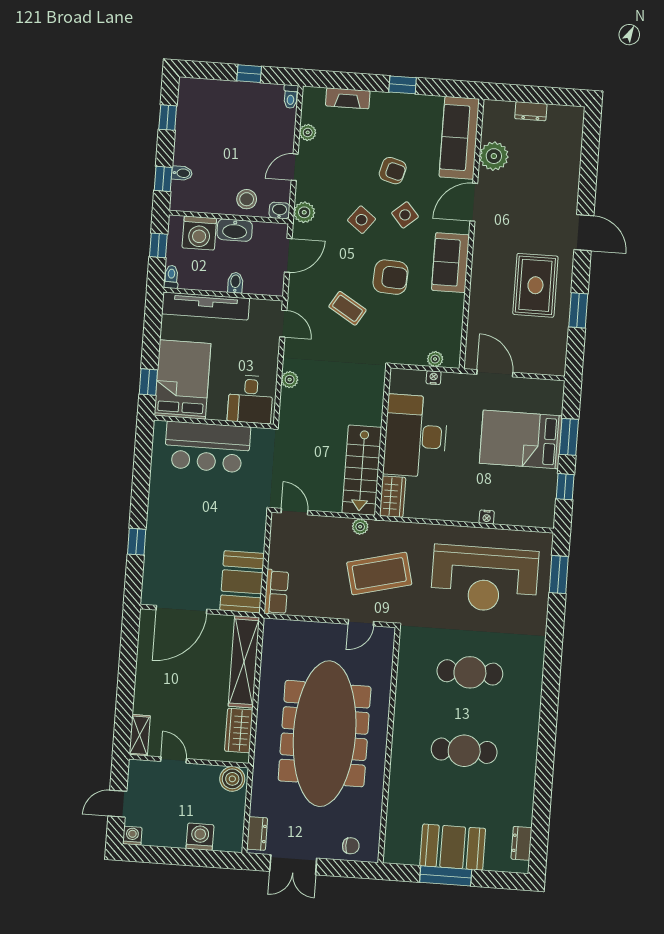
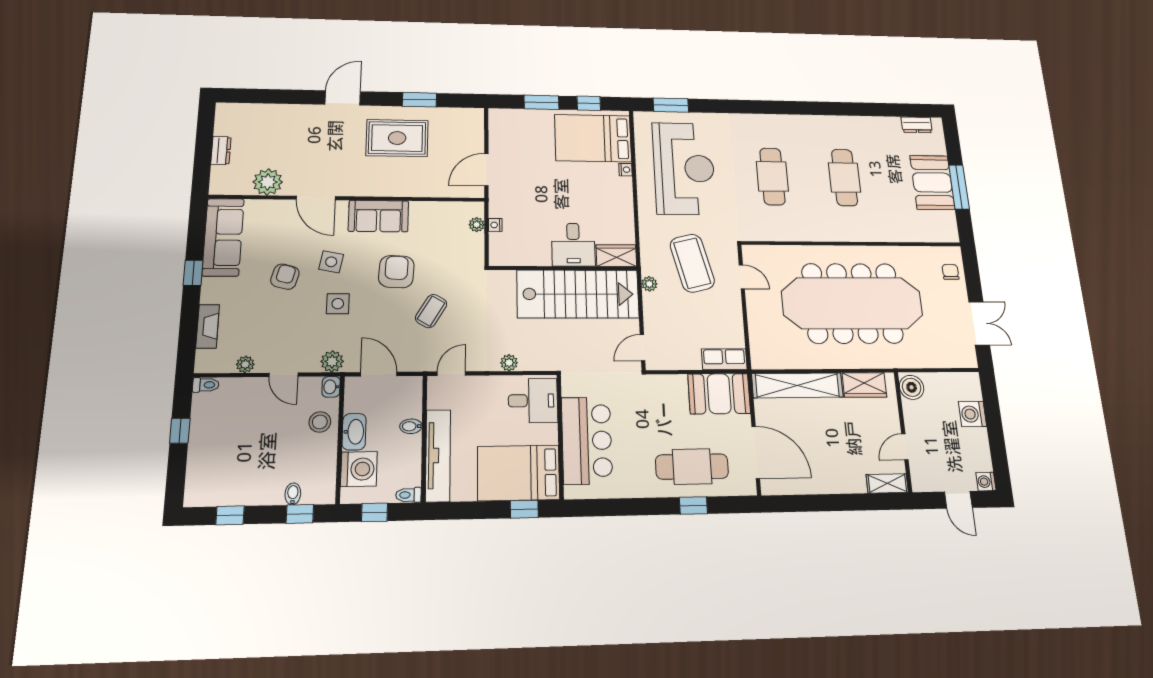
sofa: (459, 138) -> (223, 237), moved, turned -90
side table: (405, 215) -> (331, 262), turned -38
side table: (362, 220) -> (338, 304), turned -38
desk: (416, 436) -> (573, 245), width x0.53, depth x0.77
bed: (521, 440) -> (593, 138), moved, turned 90
stairs: (362, 470) -> (578, 294), width x1.36, depth x1.51
cafe table: (173, 545) -> (692, 467), added
dresser: (257, 833) -> (958, 359), removed

